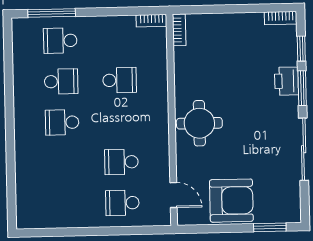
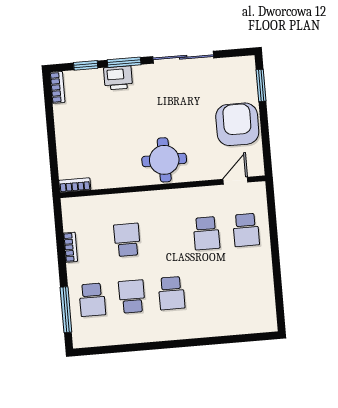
bookcase: (151, 21) -> (70, 247), moved

